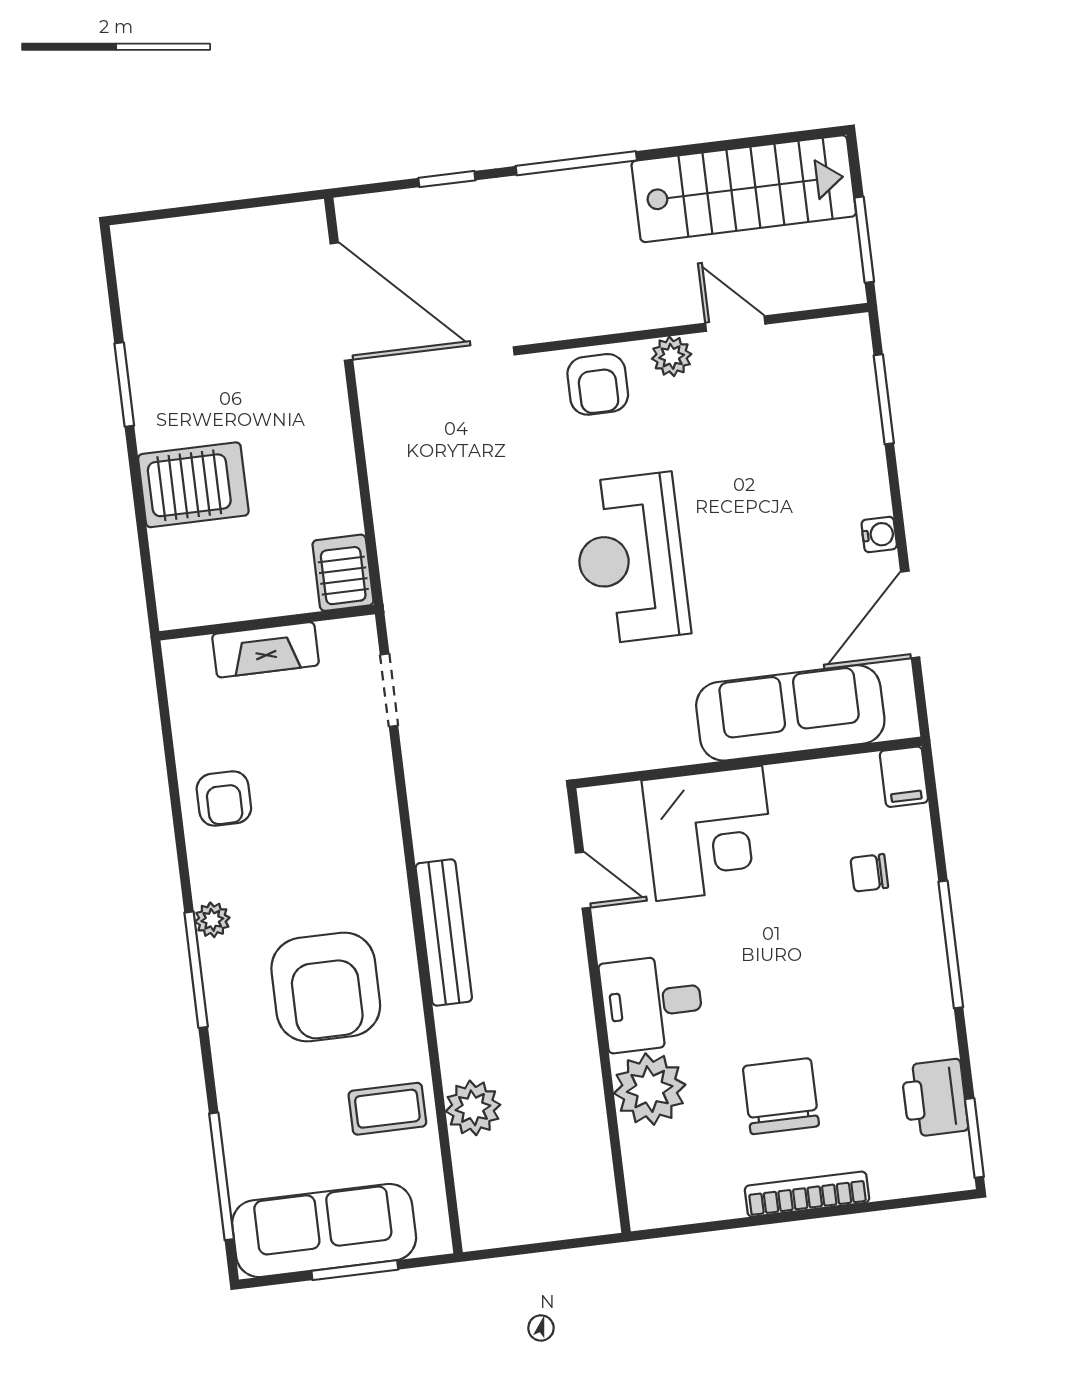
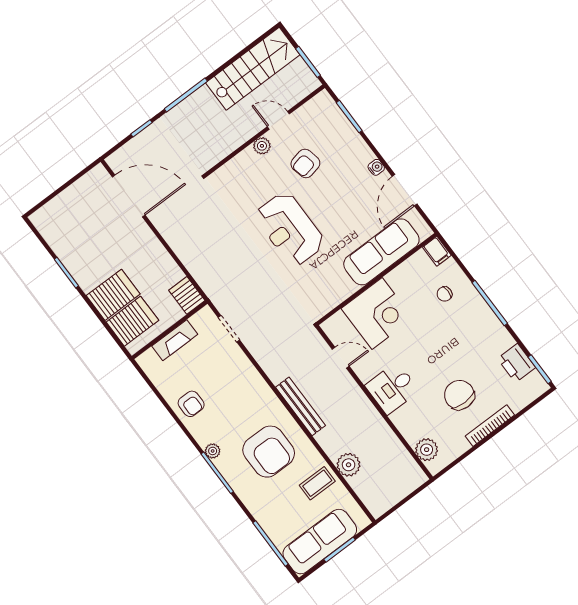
armchair: (598, 384) -> (305, 163), moved, turned 78
server rack: (202, 561) -> (132, 321), added
plant: (650, 1089) -> (427, 450), moved, width x0.73, depth x0.73

